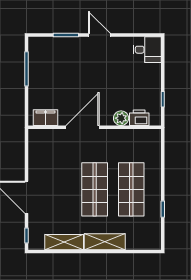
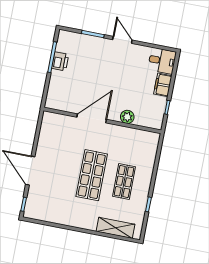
filing cabinet: (45, 118) -> (163, 85), moved, turned -90
printer: (139, 118) -> (60, 61), moved, turned 90
shop shelf: (131, 189) -> (124, 182), width x0.70, depth x0.74
shelving: (64, 242) -> (56, 217), removed
shelving: (105, 242) -> (115, 228), moved

